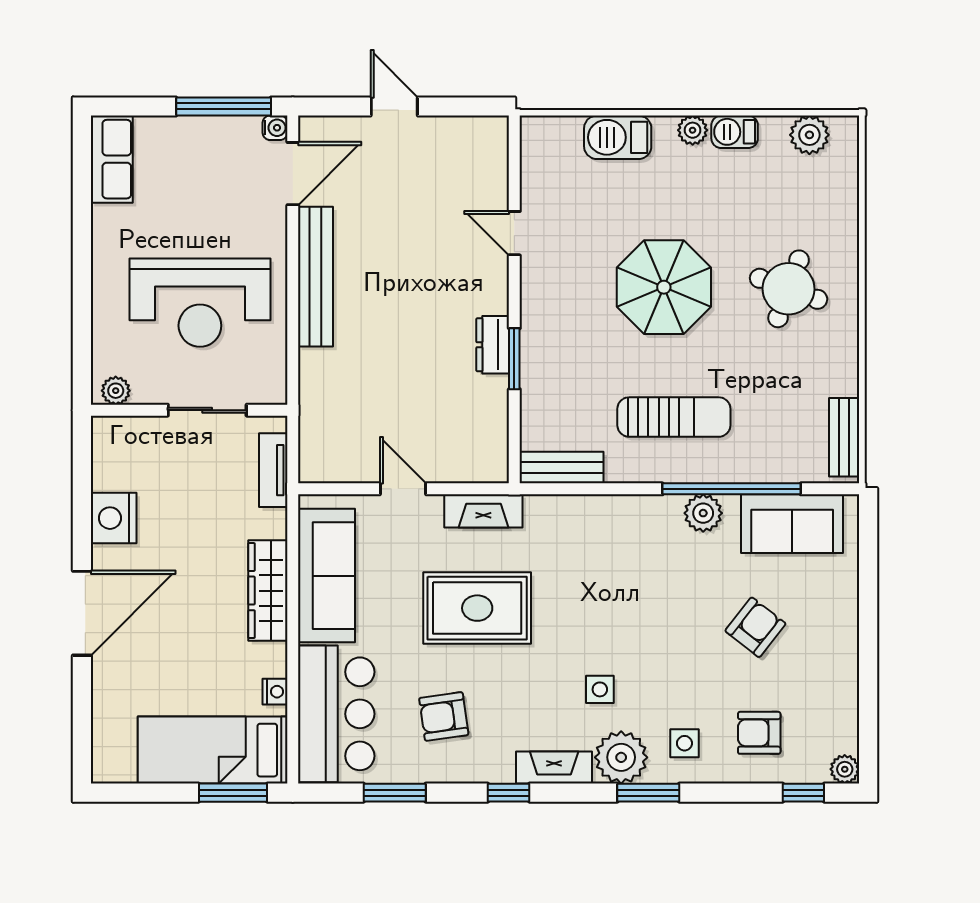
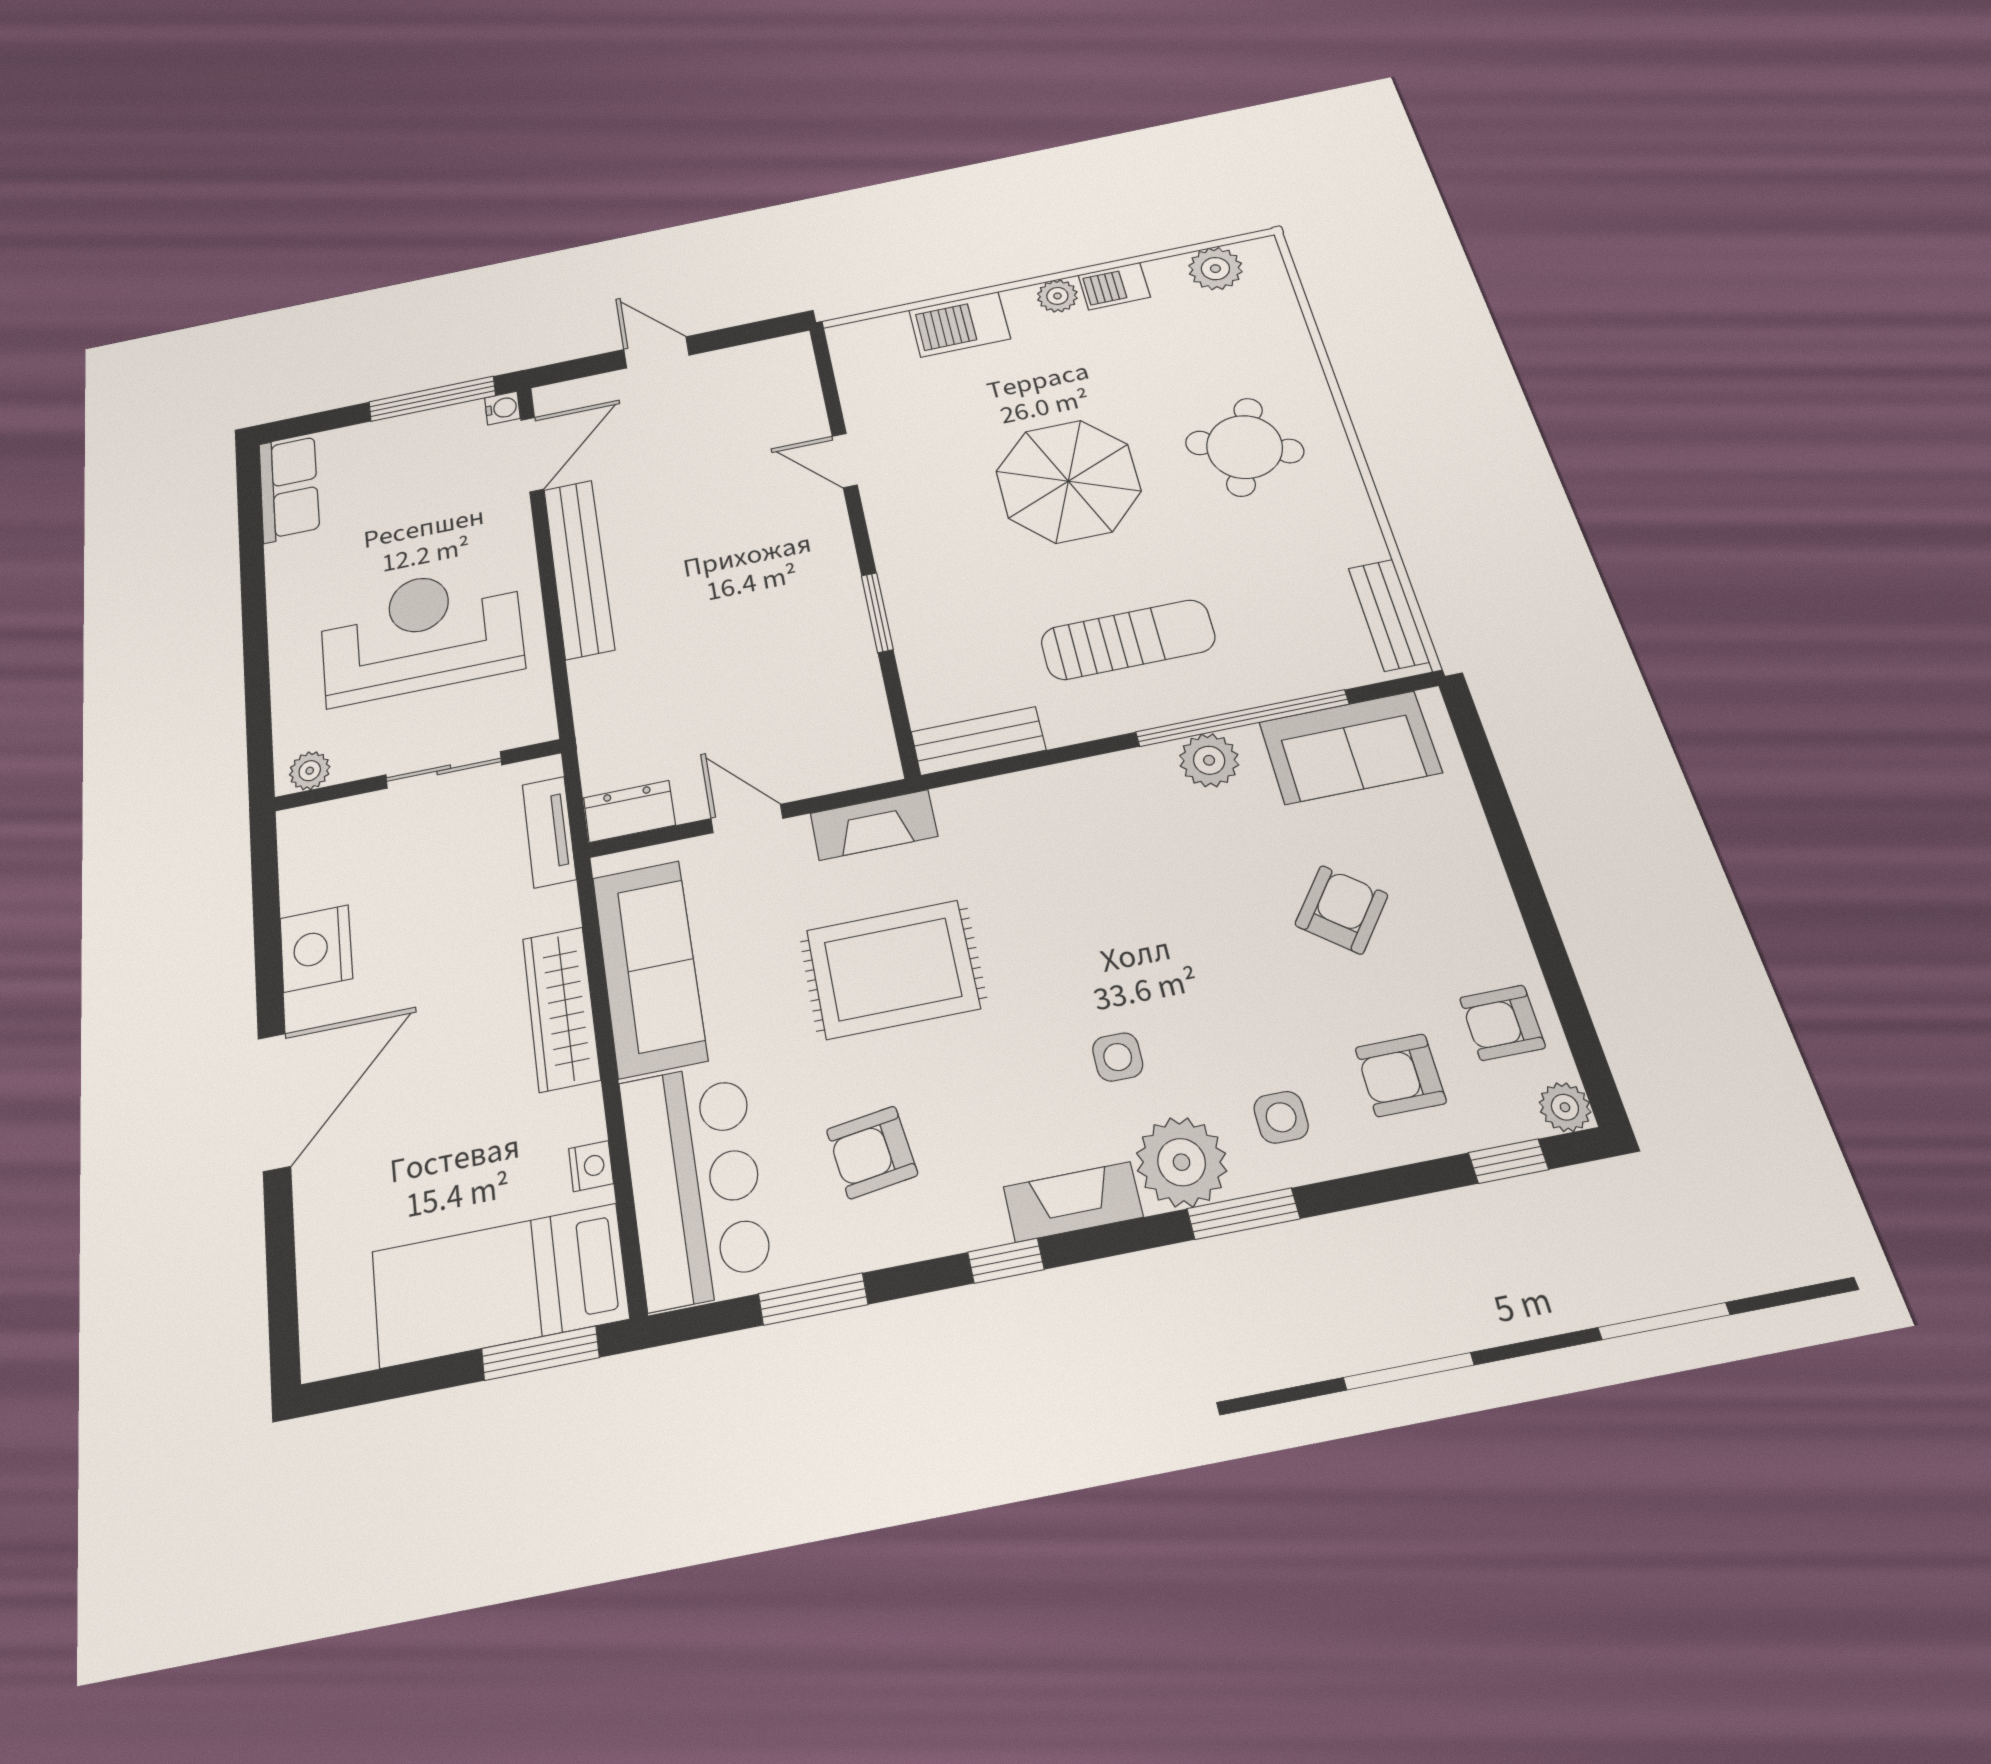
reception desk: (200, 303) -> (421, 633), turned 180
dresser: (493, 345) -> (629, 811), moved, turned 90
armchair: (826, 714) -> (1502, 1023), added

